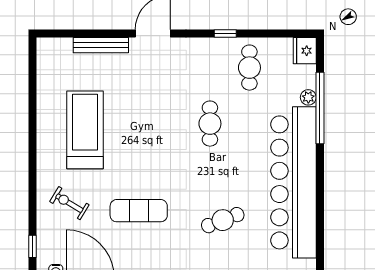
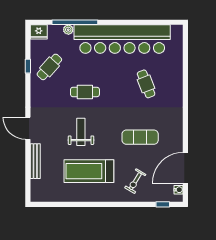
window: (225, 34) -> (28, 66), moved
cafe table: (249, 68) -> (49, 67), turned -48
weight bench: (147, 117) -> (81, 132), added
exercise mat: (139, 211) -> (140, 137), turned 90

